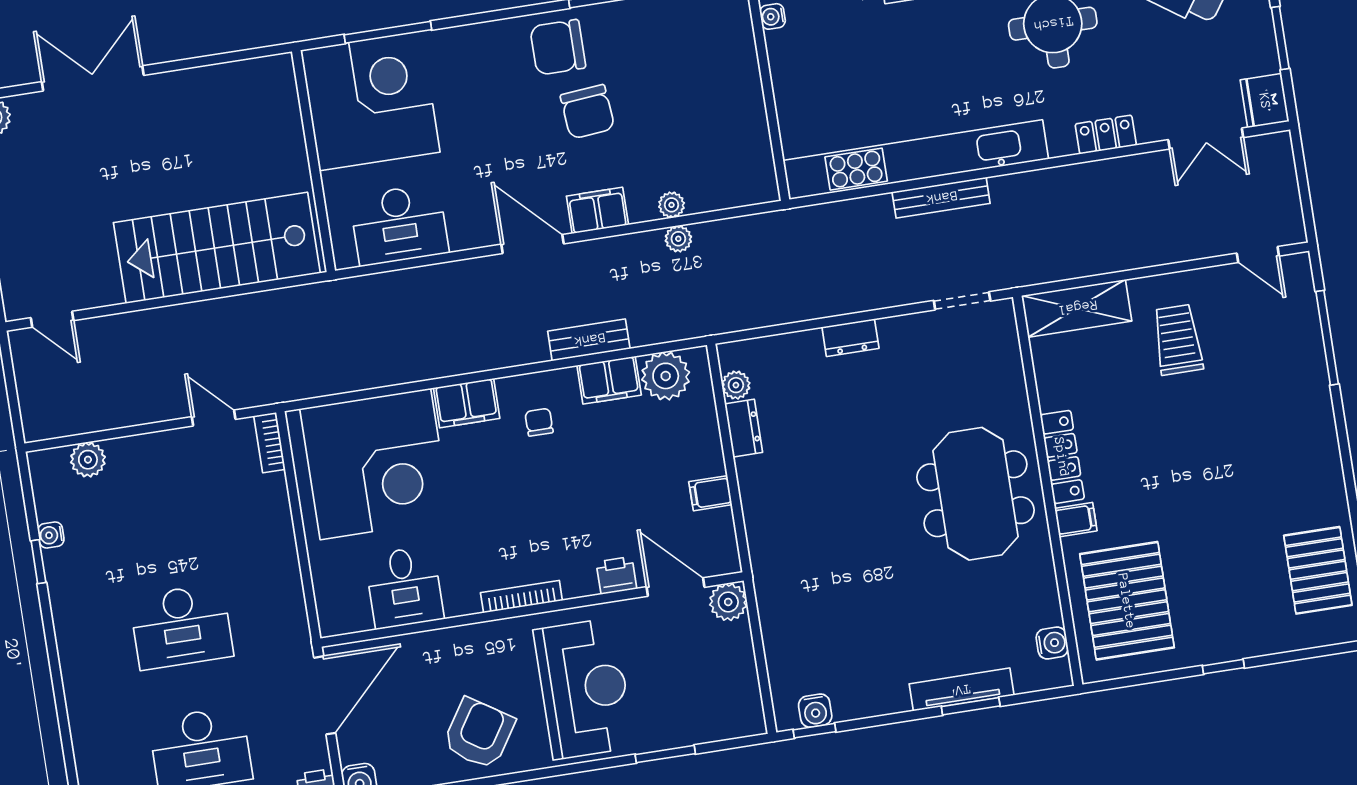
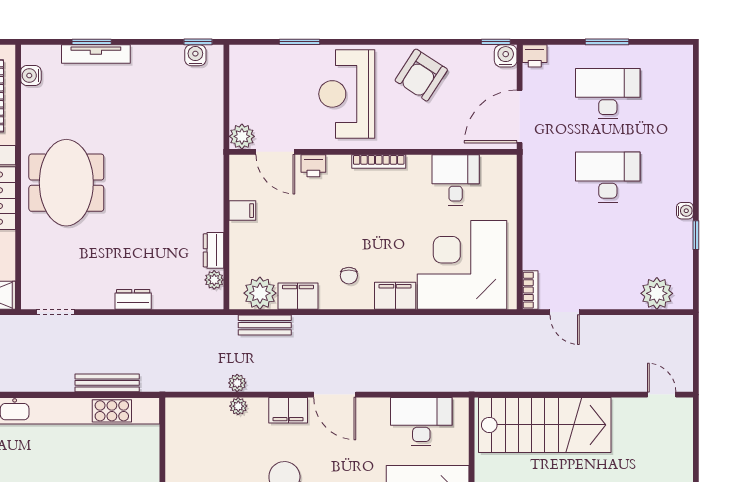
bench: (941, 198) -> (107, 383), moved
bench: (589, 340) -> (265, 325), moved
plant: (88, 460) -> (657, 293), width x1.36, depth x1.36
water cooler: (51, 535) -> (685, 211), moved

